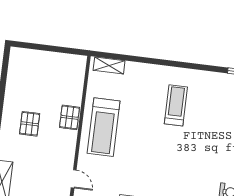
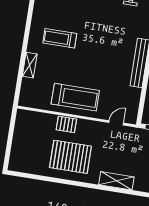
shelving: (109, 65) -> (30, 65), moved
pallet: (30, 124) -> (70, 157), width x2.05, depth x2.00

